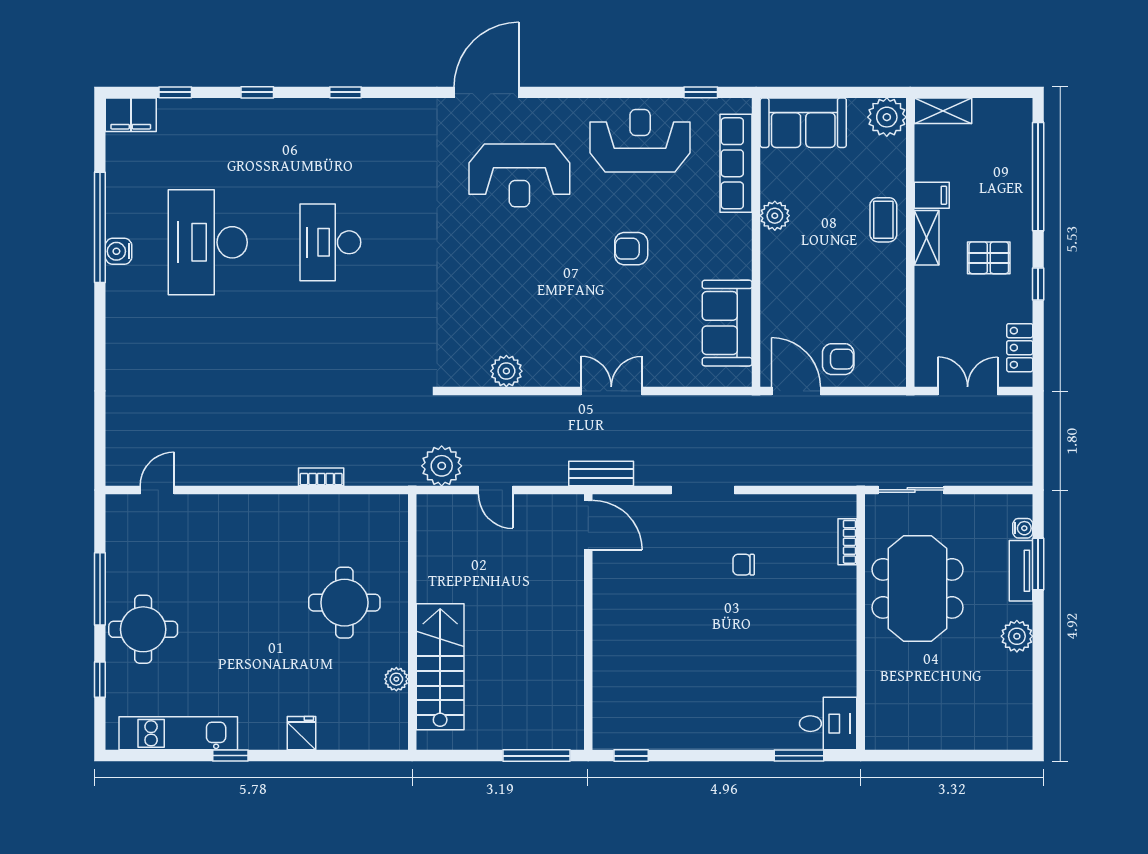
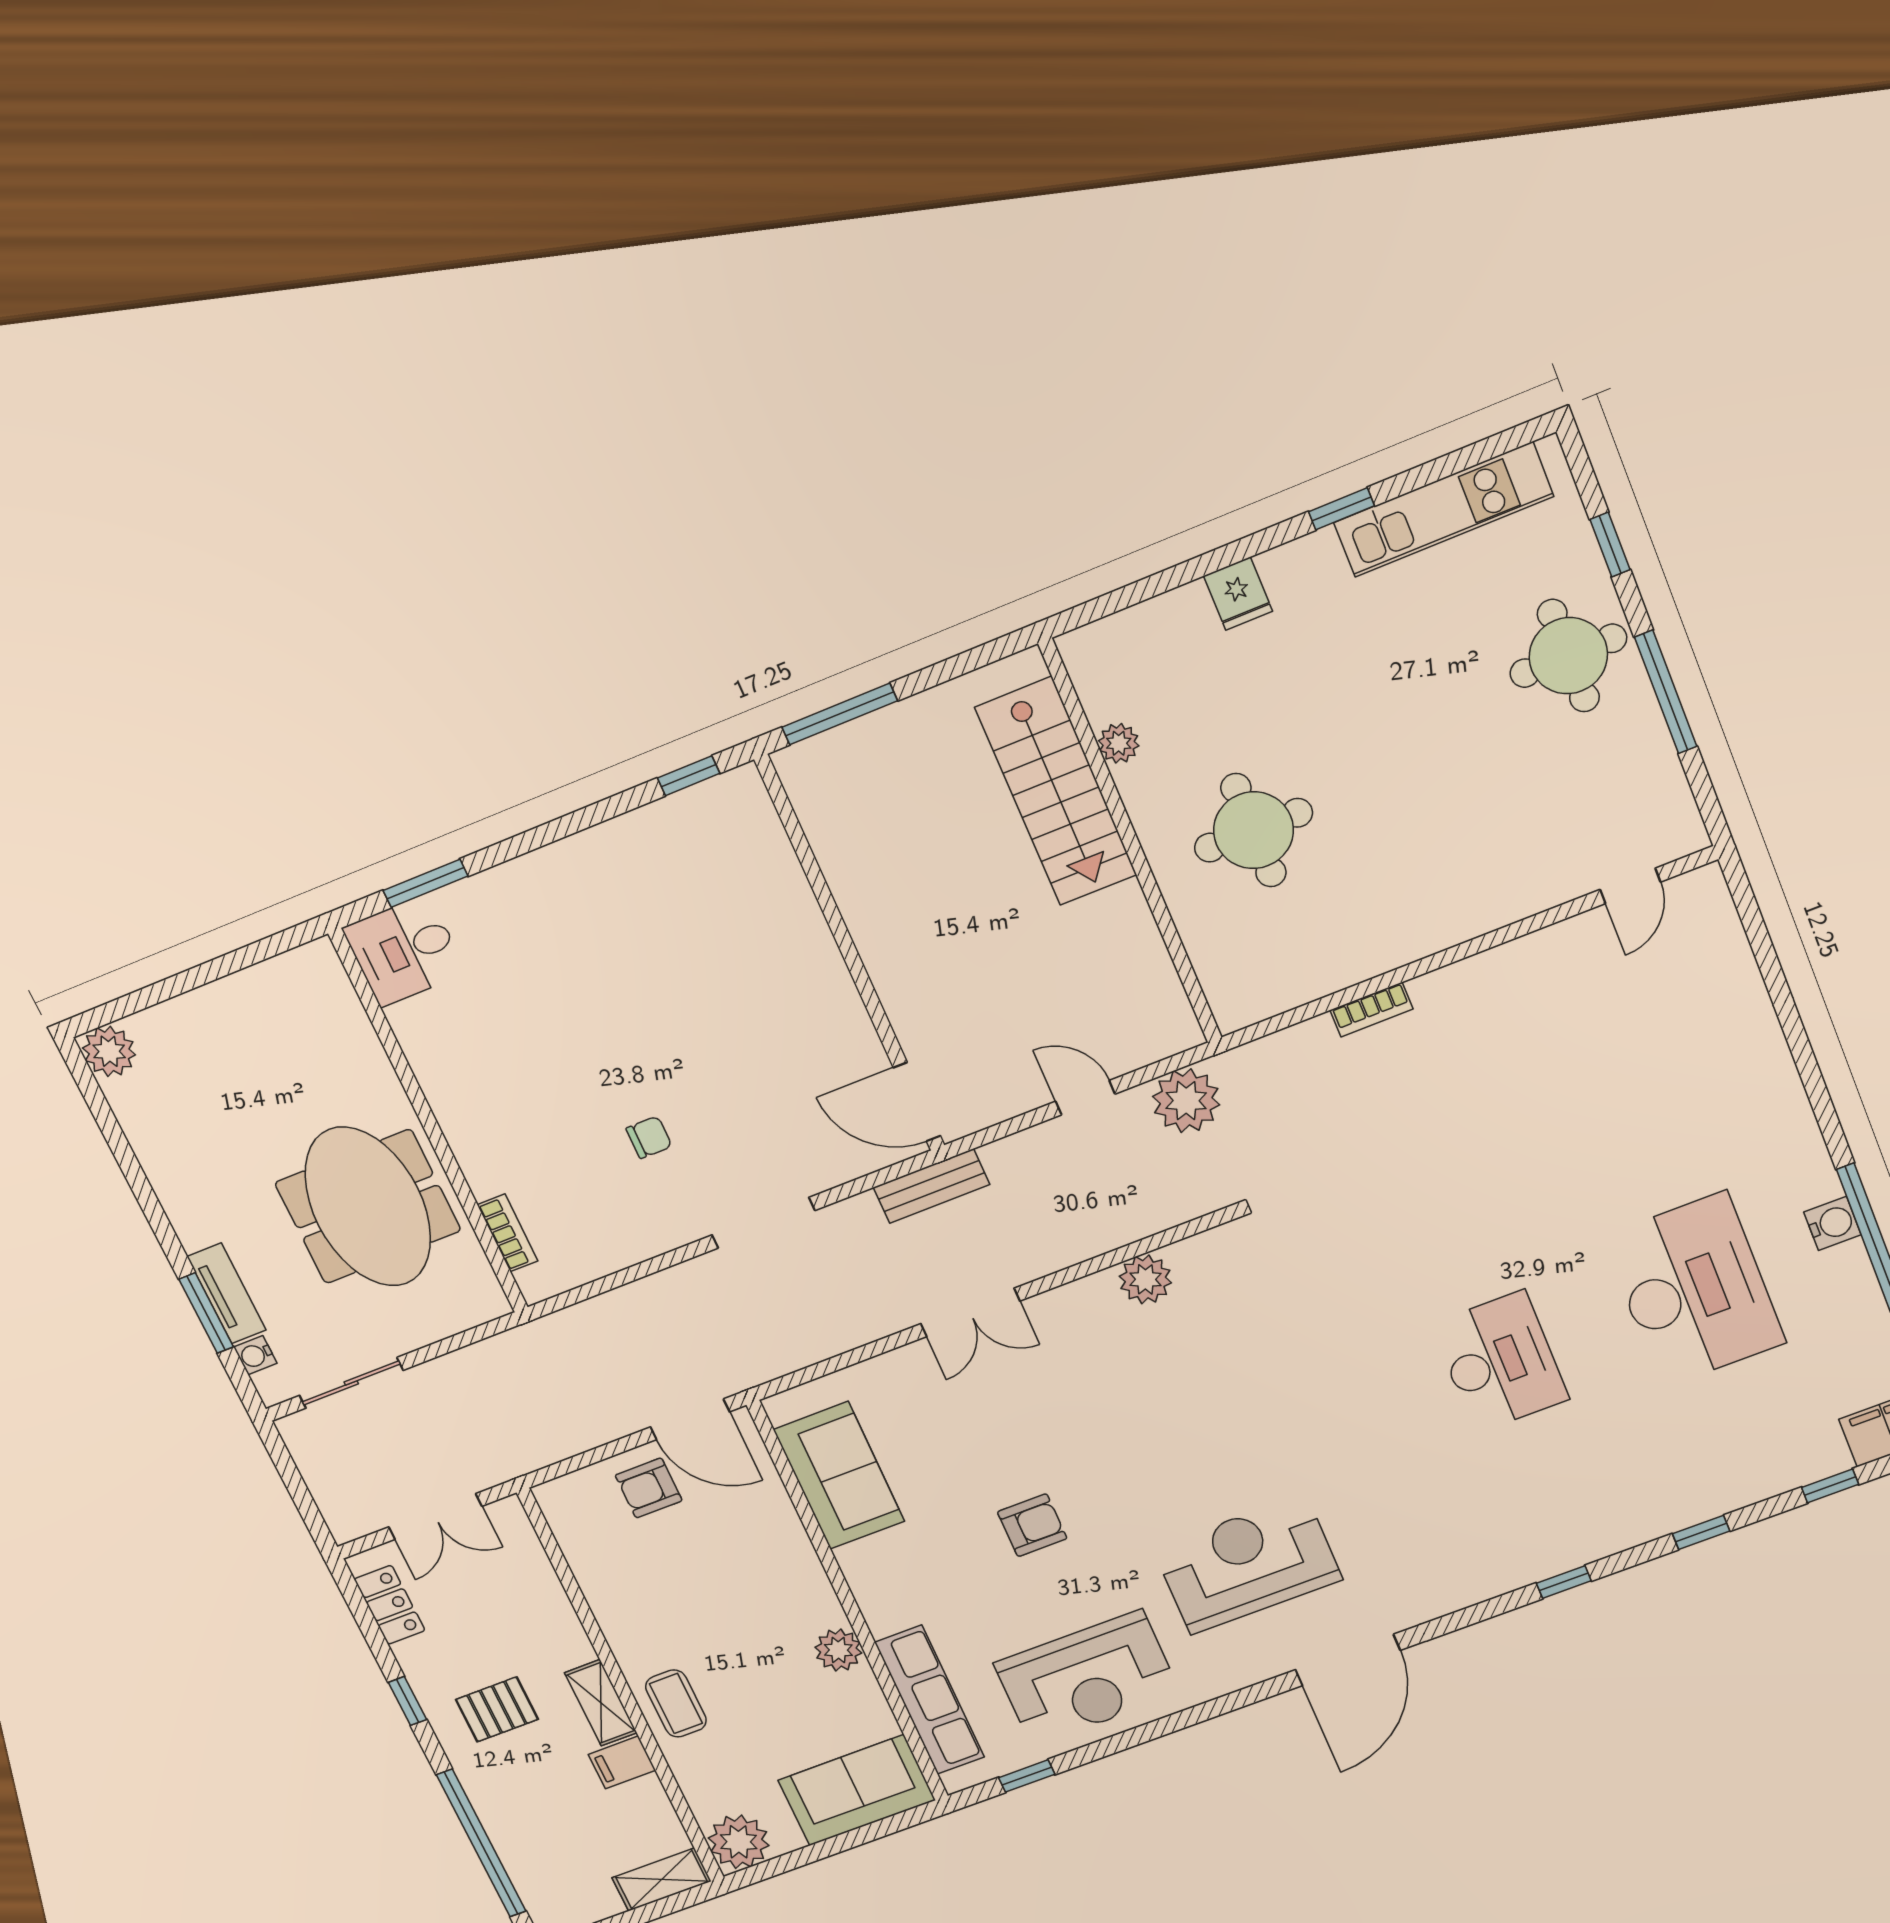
sliding door: (911, 490) -> (351, 1383), moved
plant: (1017, 636) -> (109, 1051), moved

